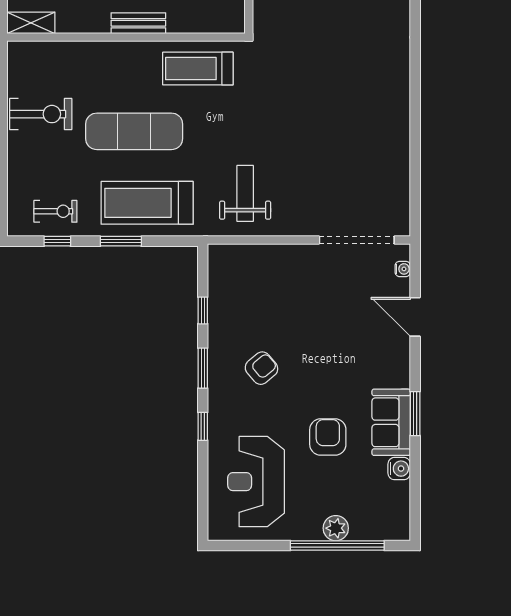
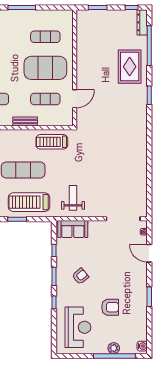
sofa: (391, 422) -> (73, 229), moved, turned -90
armchair: (328, 437) -> (110, 307), turned 90
water cooler: (399, 469) -> (142, 346), moved
reception desk: (256, 482) -> (78, 327), turned 180

